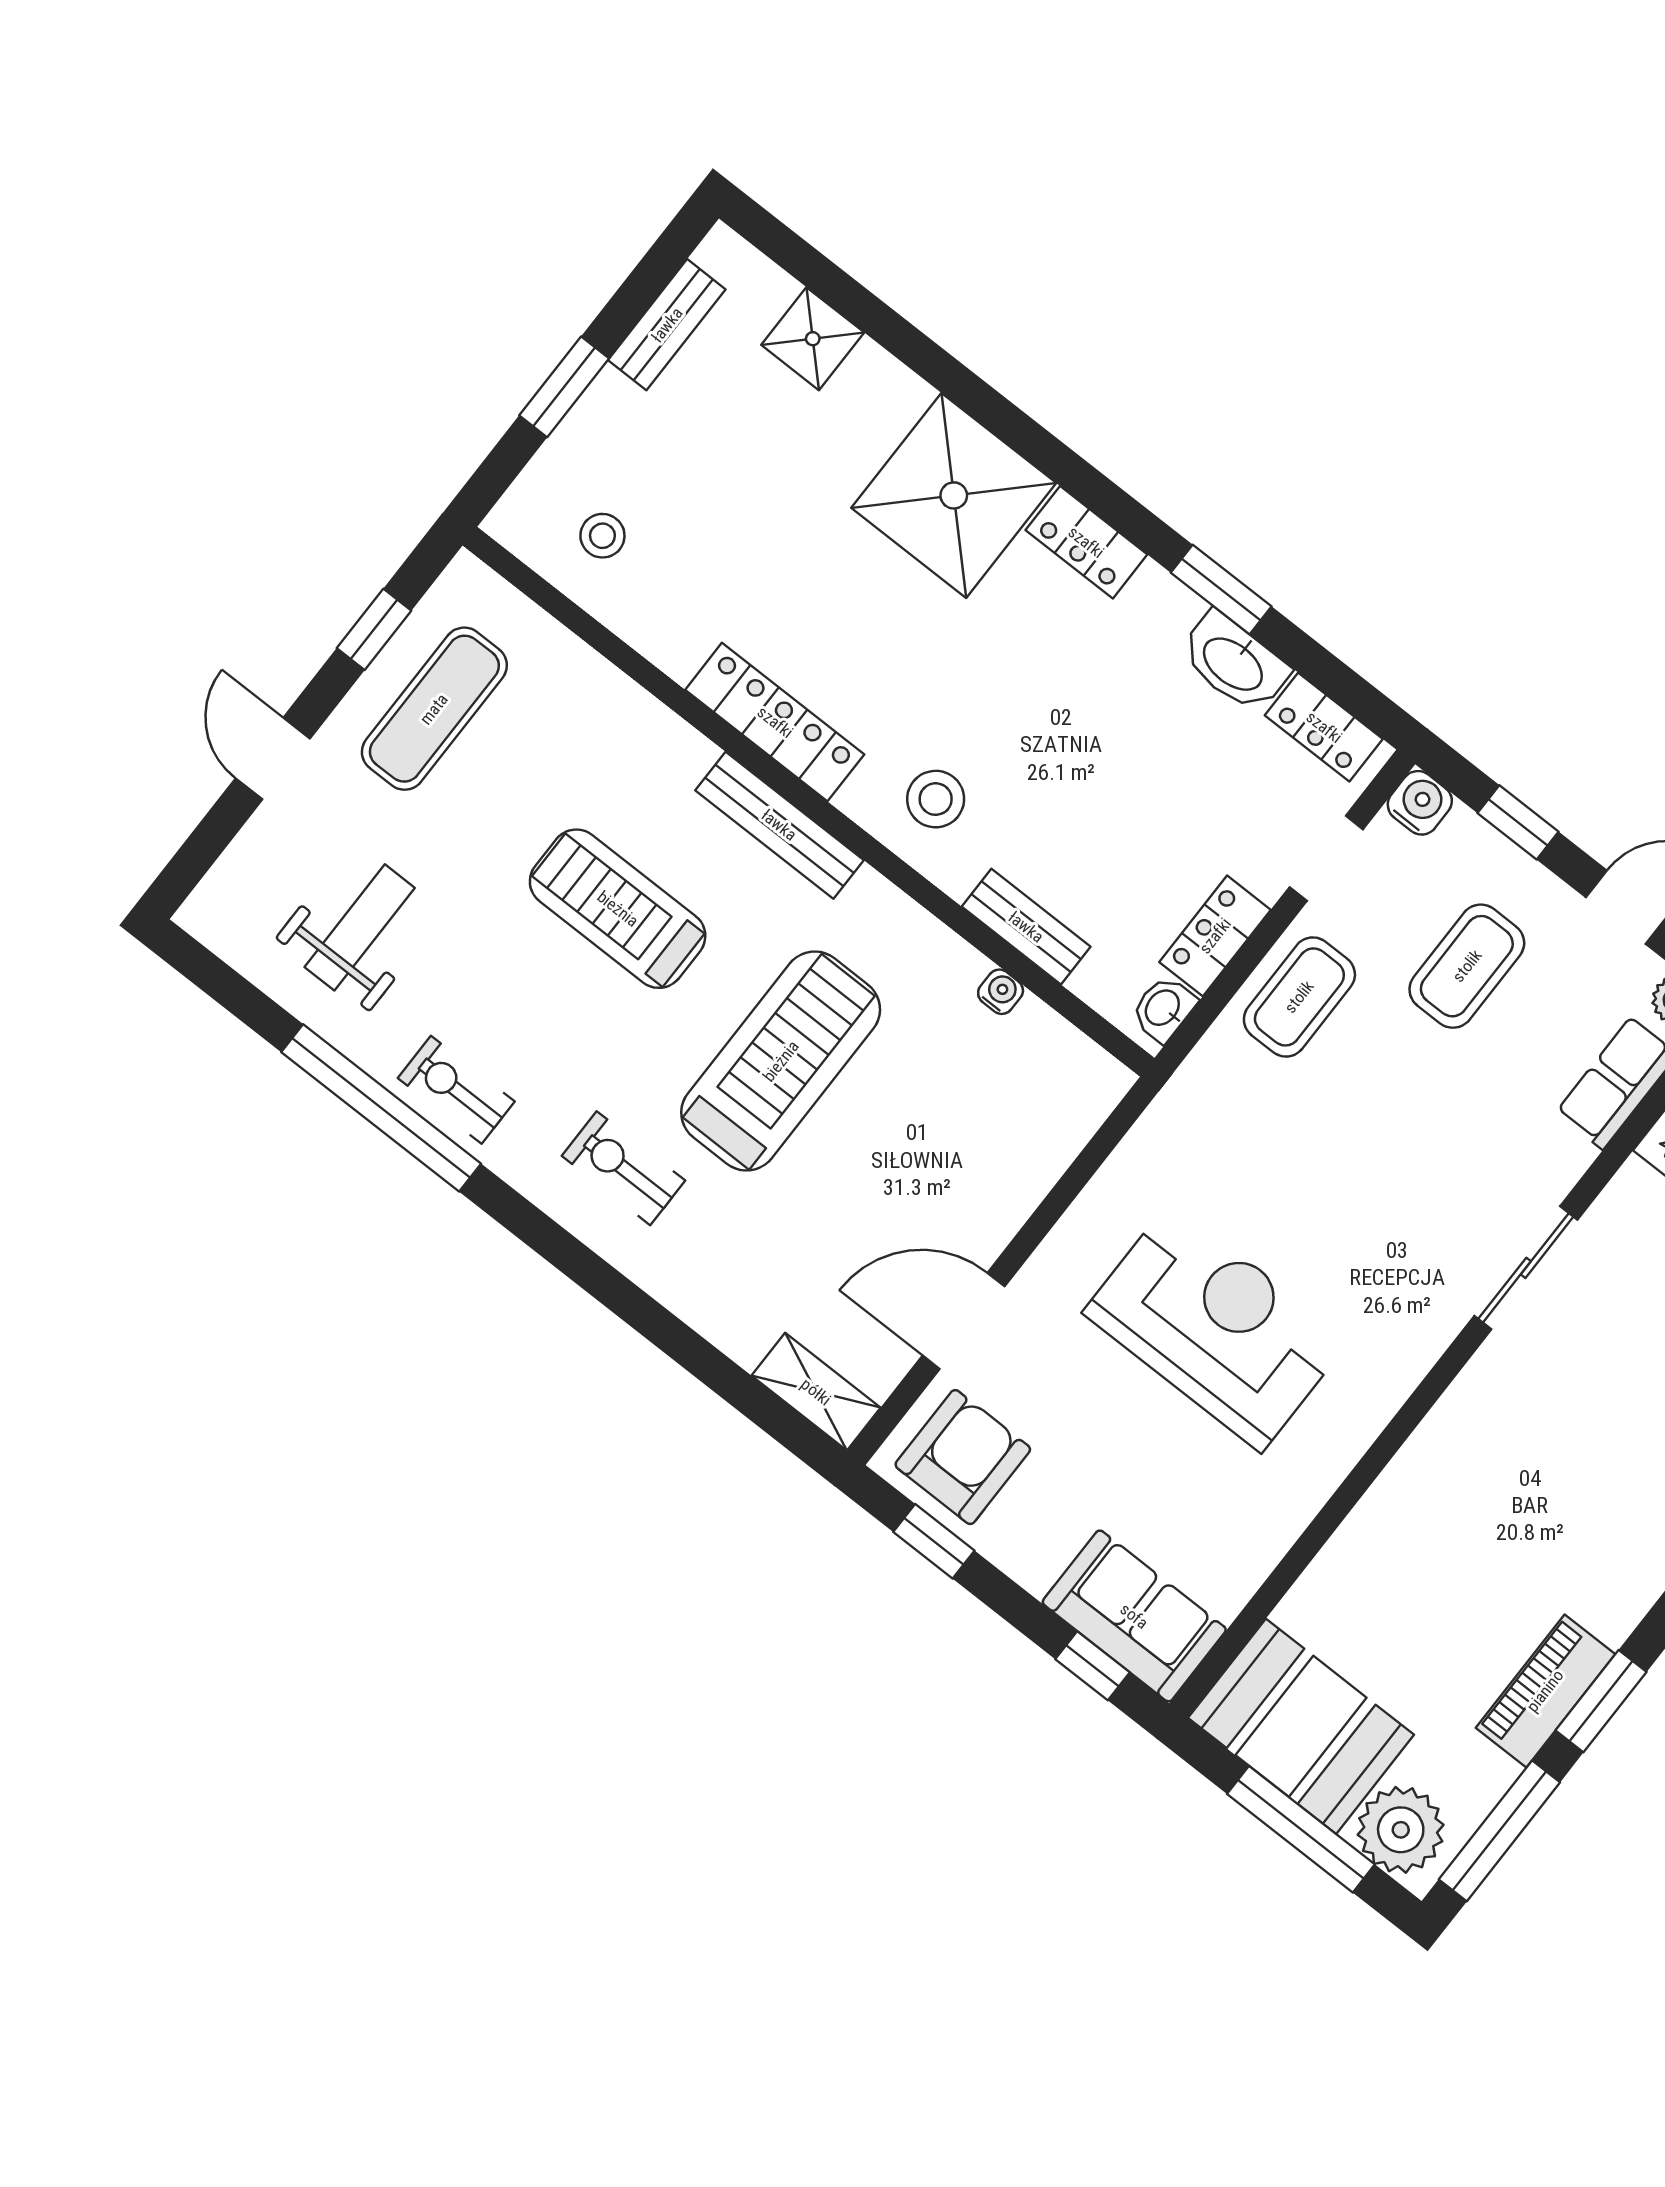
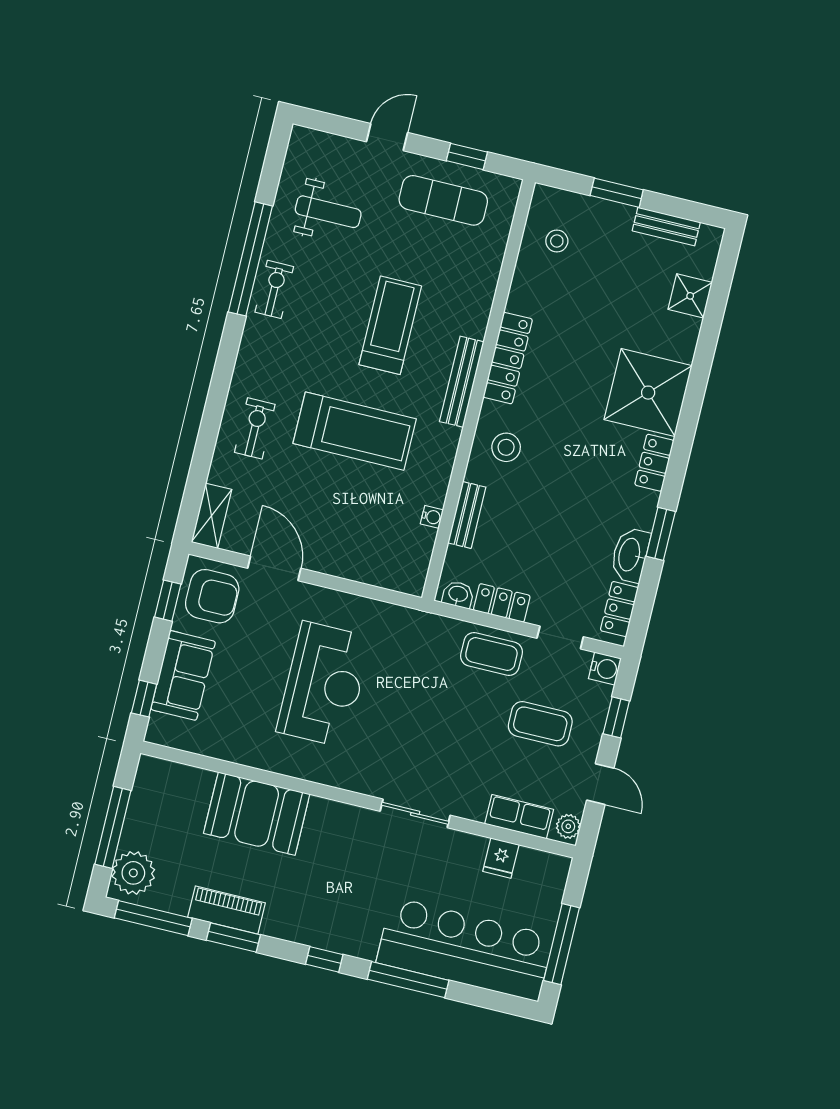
exercise bike: (623, 1168) -> (255, 428), moved
sofa: (1134, 1616) -> (183, 675), moved
booth: (1301, 1726) -> (257, 814), moved, turned 90

